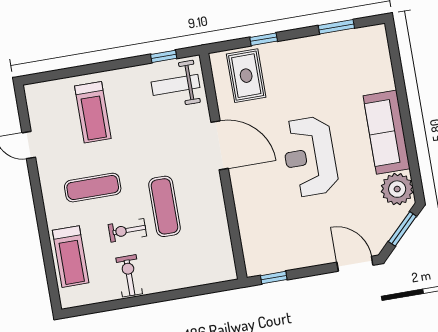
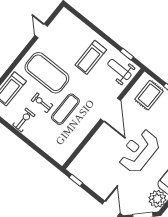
treadmill: (93, 112) -> (91, 57), moved
exercise mat: (93, 188) -> (47, 73), width x2.00, depth x1.45

